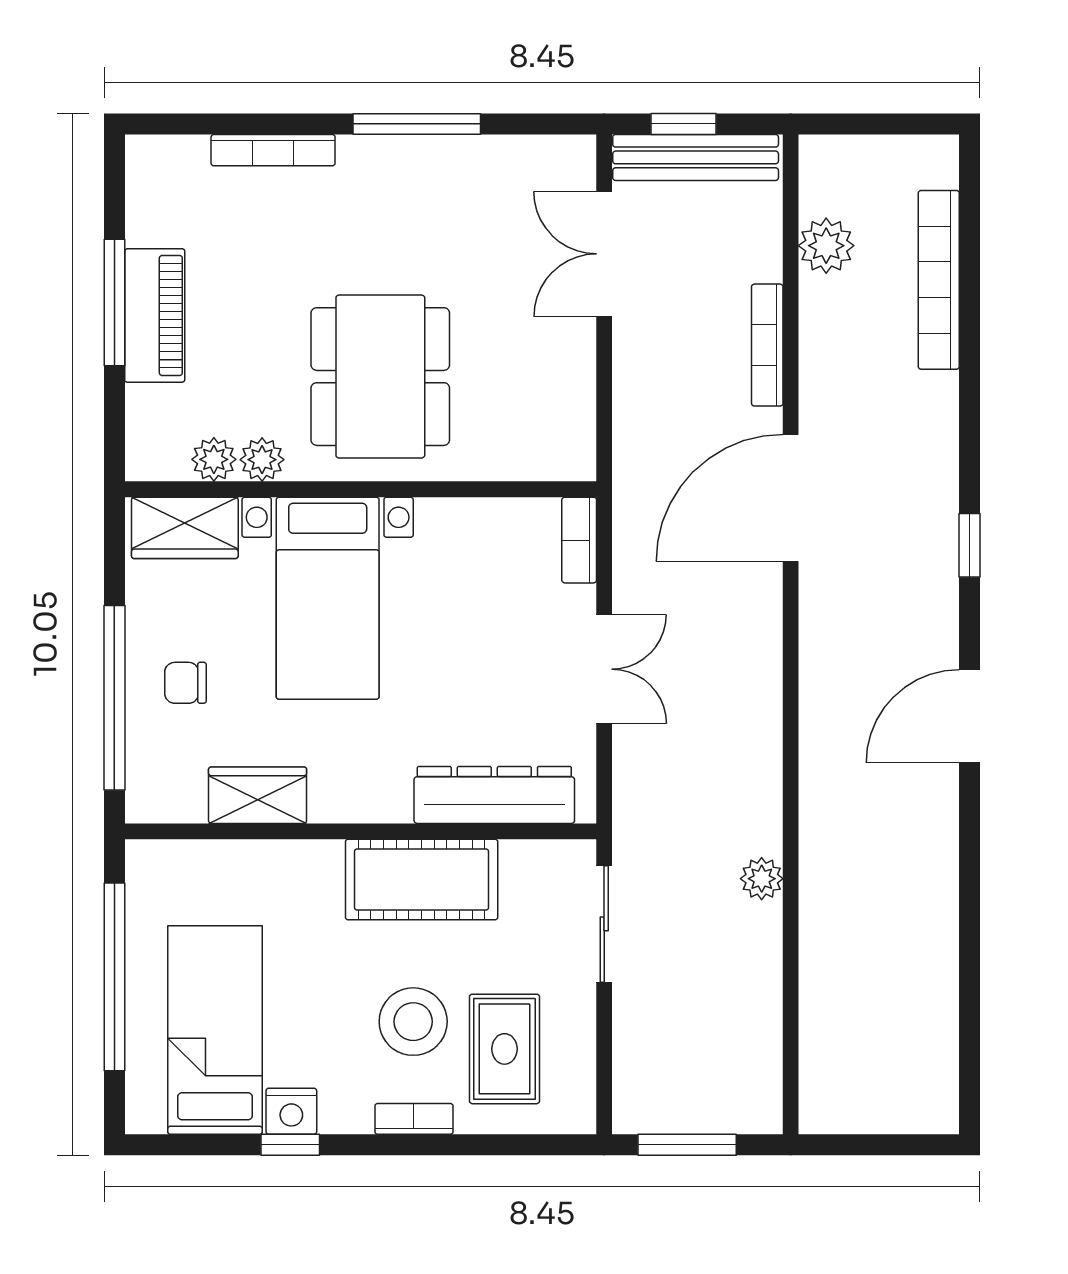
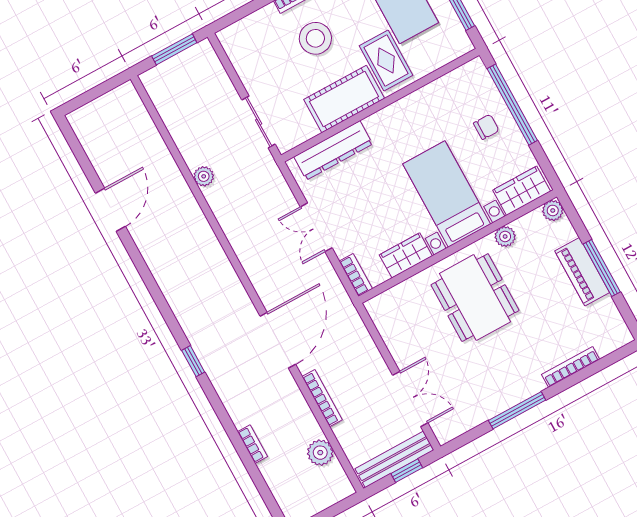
bookcase: (939, 280) -> (252, 444), width x0.43, depth x0.76
plant: (214, 459) -> (553, 210), moved
door: (969, 716) -> (110, 210), moved
wardrobe: (258, 795) -> (406, 255), moved, turned 180
rug: (505, 1049) -> (386, 60), moved

